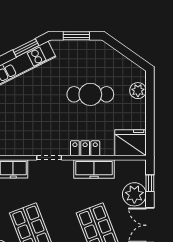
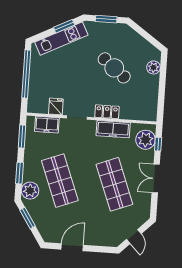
cafe table: (90, 94) -> (114, 68), turned 39
fridge: (131, 143) -> (56, 106), moved, width x0.53, depth x0.75
plant: (134, 194) -> (146, 140), moved

